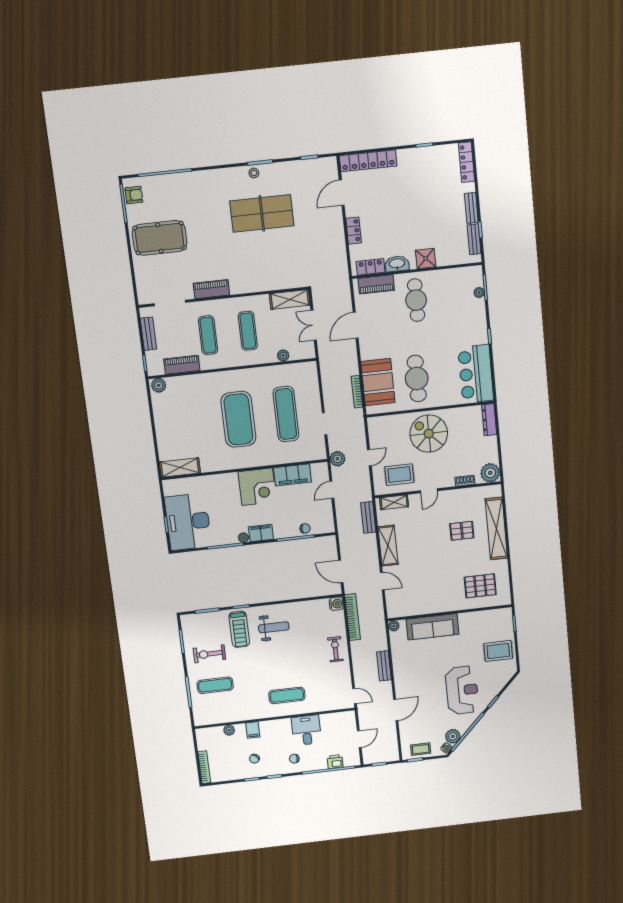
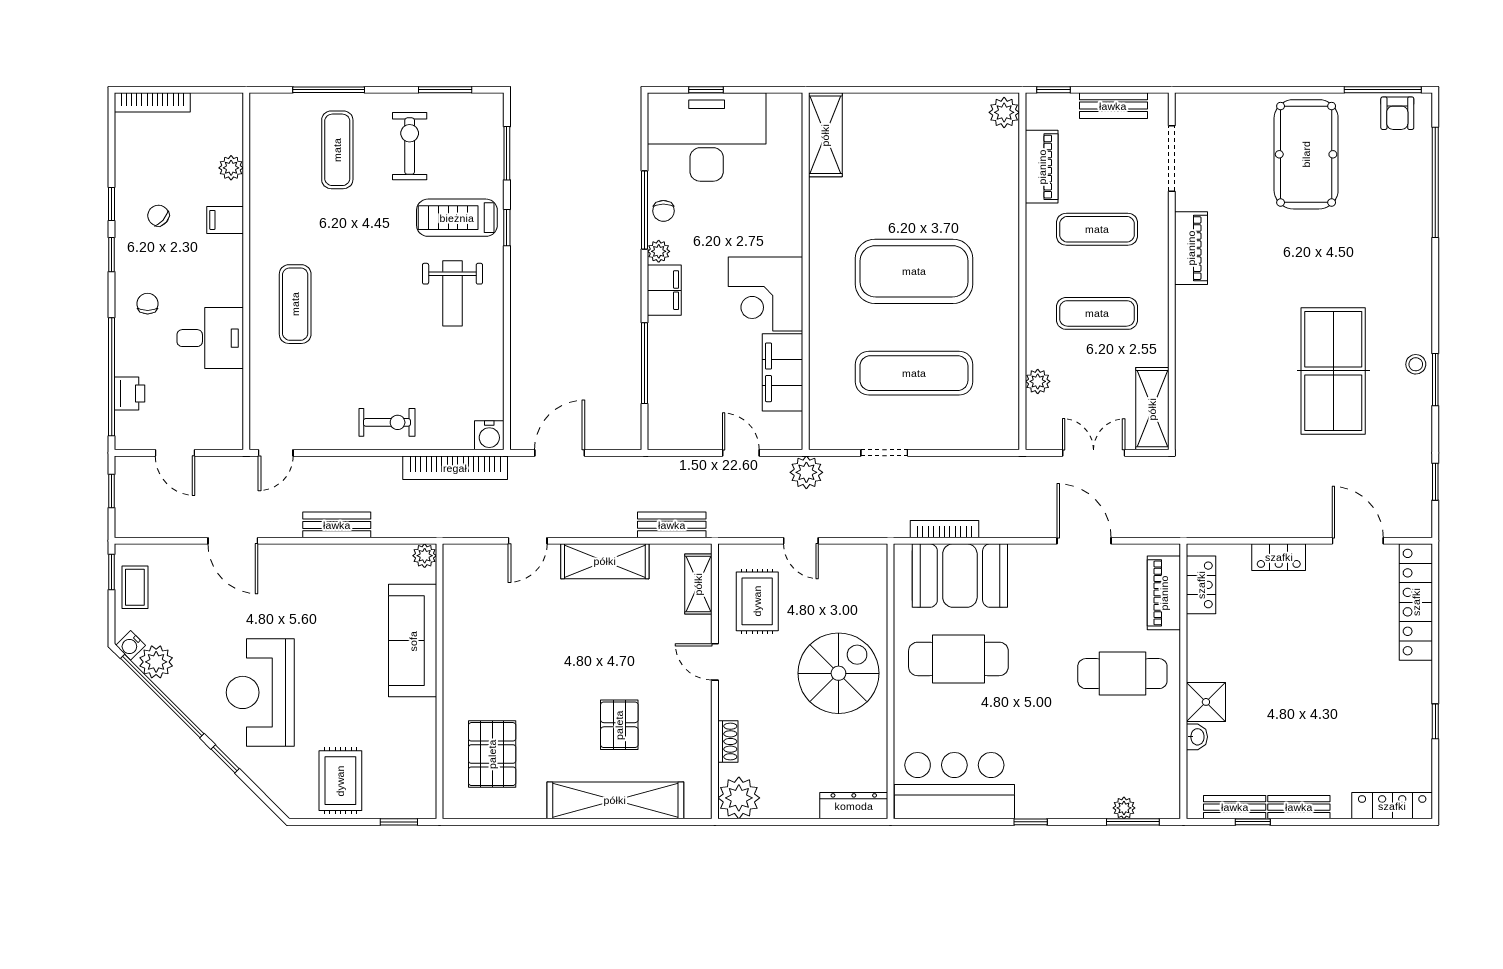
washbasin: (397, 264) -> (1197, 737), moved, width x0.52, depth x0.69
chair: (305, 528) -> (663, 211), moved
reception desk: (462, 690) -> (260, 692), turned 90

